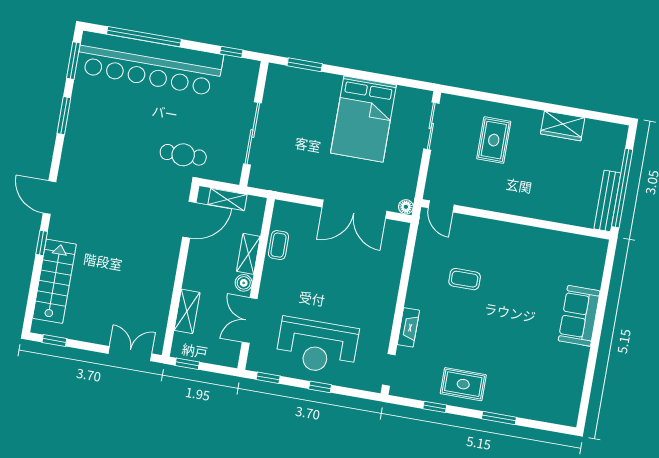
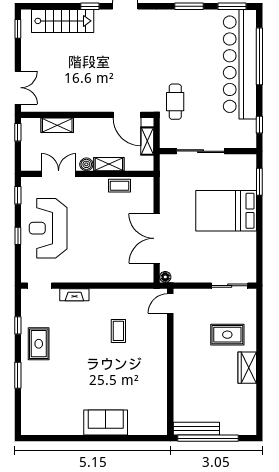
bed: (363, 119) -> (226, 211), moved
wardrobe: (563, 126) -> (247, 368), moved

